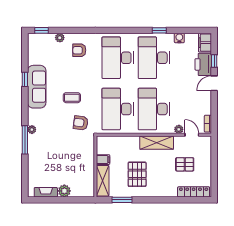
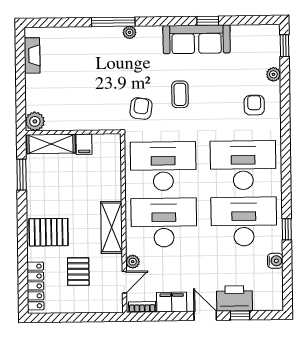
filing cabinet: (205, 43) -> (172, 302), moved
pallet: (137, 174) -> (49, 232), moved
plant: (64, 191) -> (35, 121), moved

